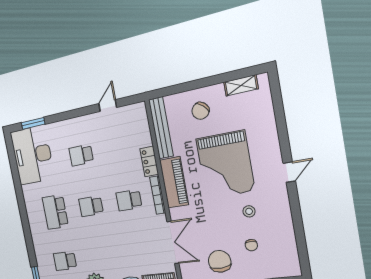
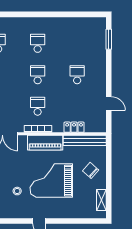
desk: (32, 155) -> (85, 33), removed
locker: (149, 161) -> (74, 127), moved
school desk: (55, 212) -> (38, 43), width x0.54

